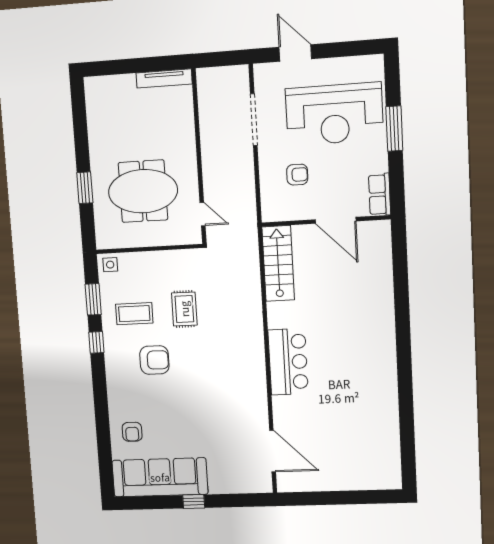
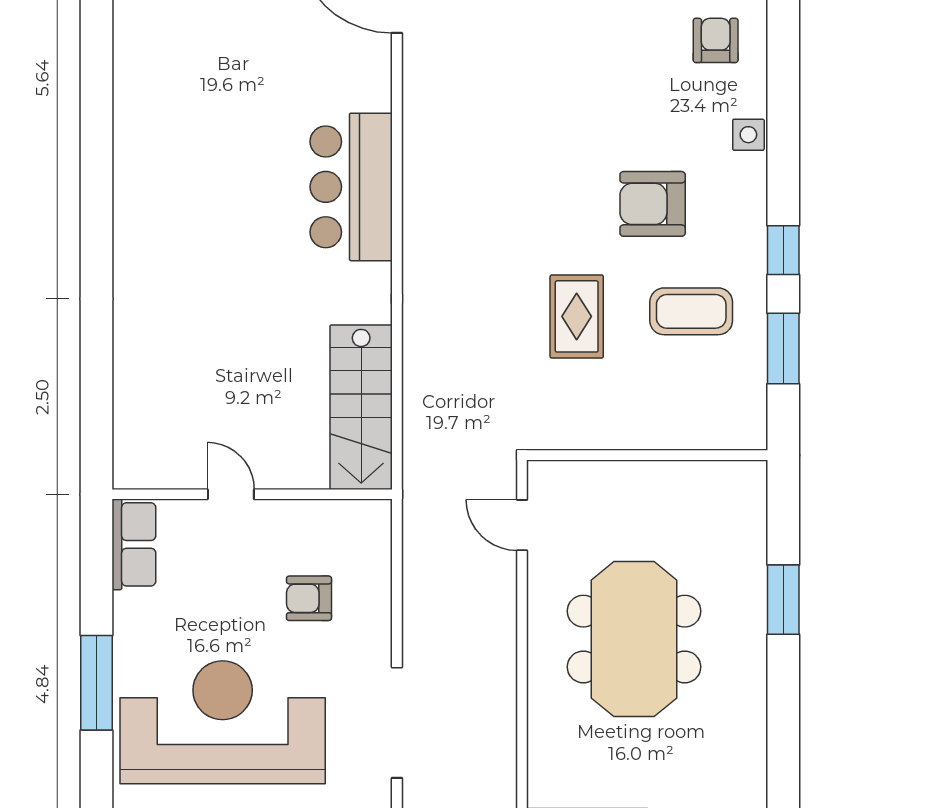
meeting table: (143, 191) -> (634, 639), moved, turned 90
door: (336, 220) -> (231, 494), width x0.53
side table: (110, 265) -> (748, 135), moved

